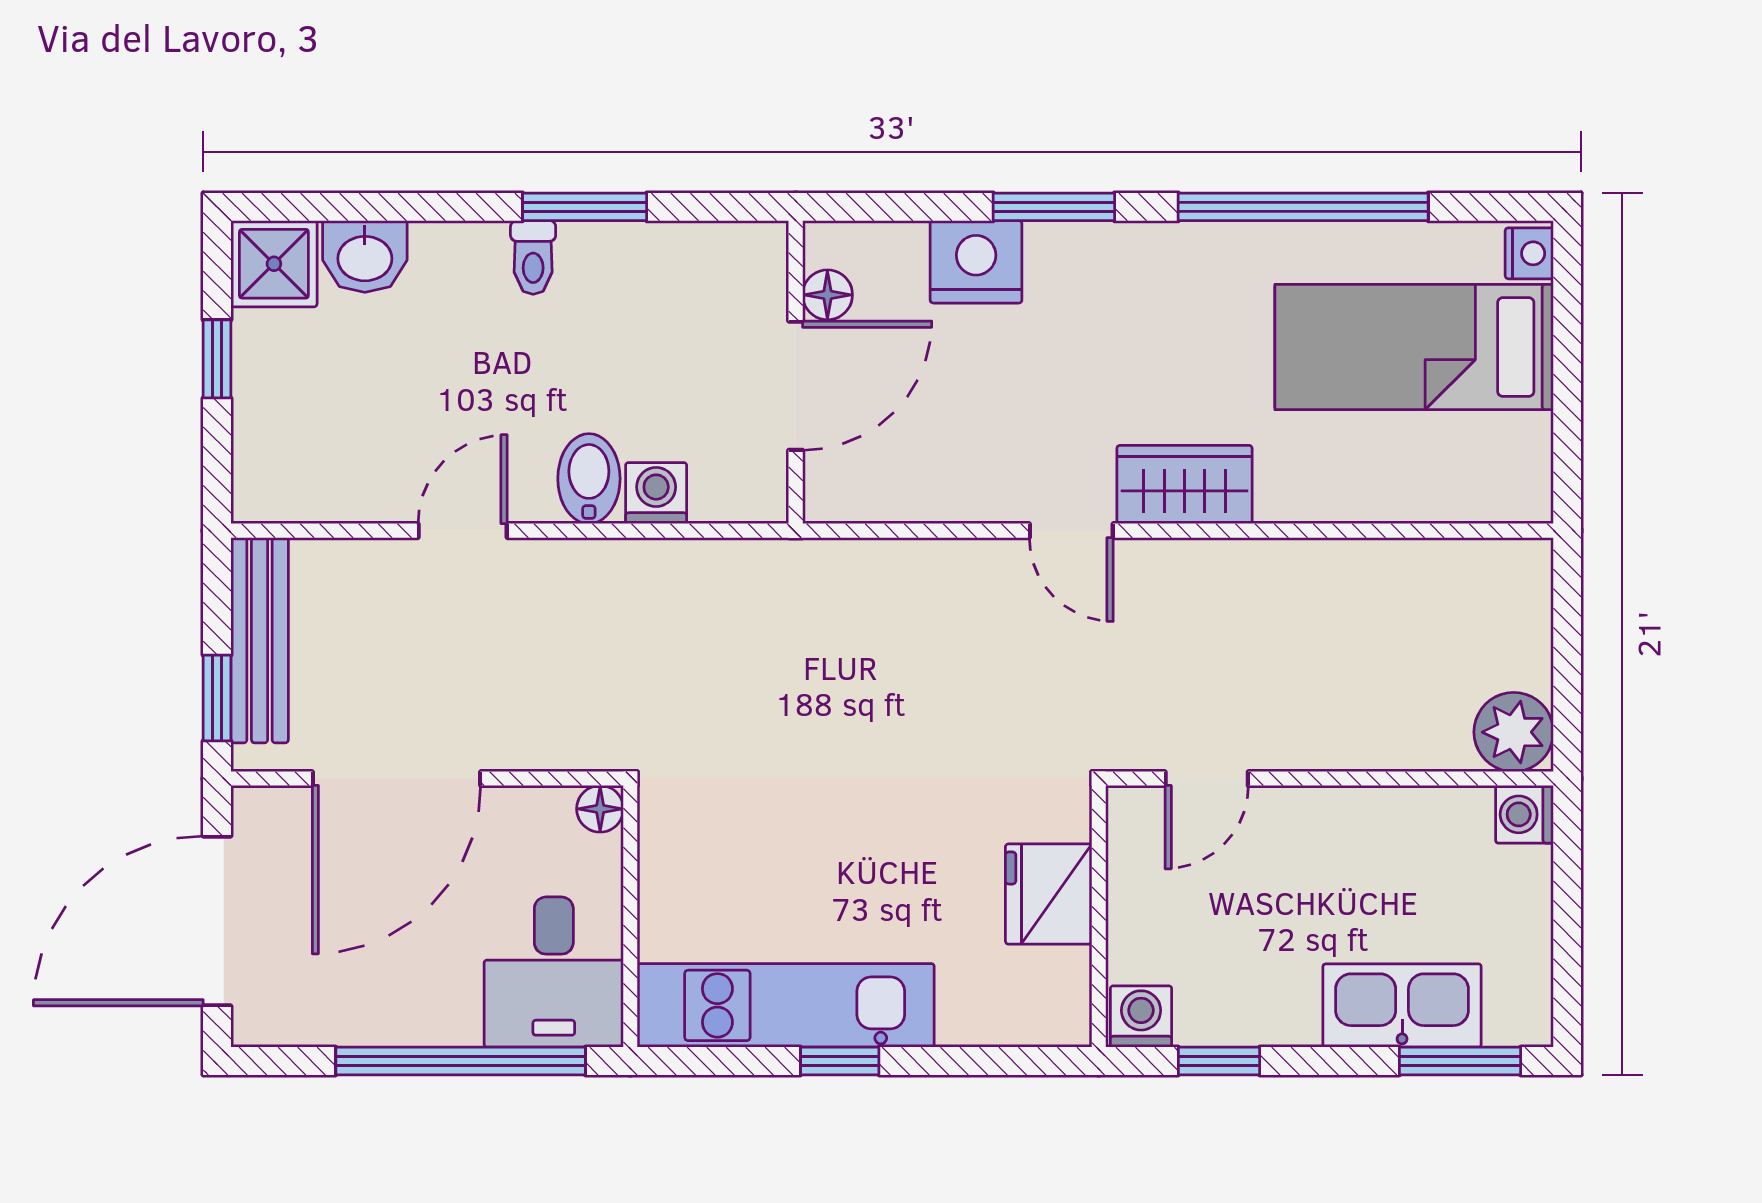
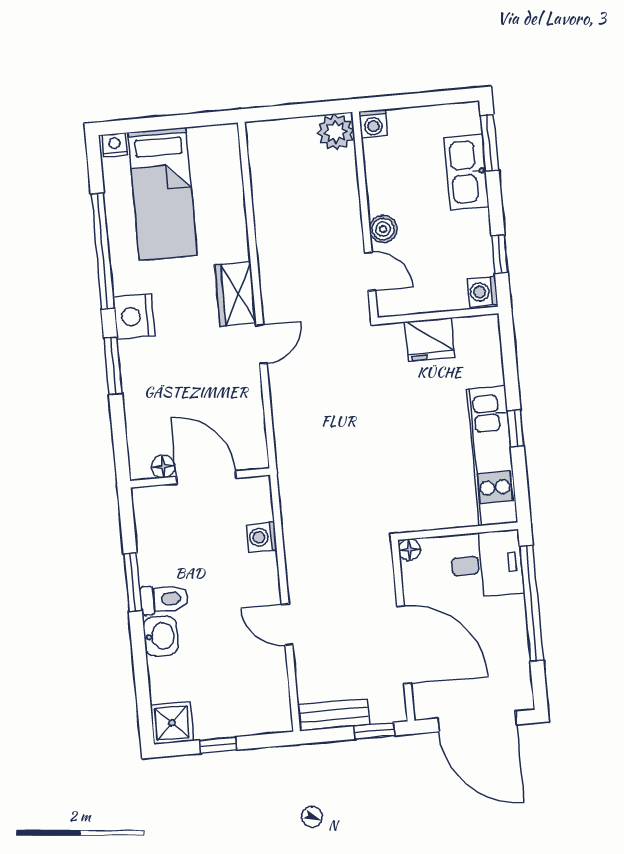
washbasin: (365, 256) -> (161, 636), moved
toilet: (533, 257) -> (164, 599), width x1.37, depth x1.39
nightstand: (976, 262) -> (134, 316), moved
bidet: (589, 479) -> (258, 569), removed
bench: (260, 640) -> (333, 715), width x0.73
boiler: (1295, 815) -> (383, 229), added

